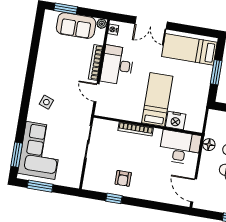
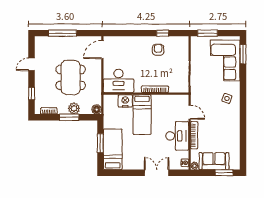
bed: (189, 49) -> (113, 149), moved, turned -90
floor lamp: (209, 145) -> (97, 109), moved
window: (40, 186) -> (208, 33), moved
door: (194, 190) -> (102, 50), swing flipped

